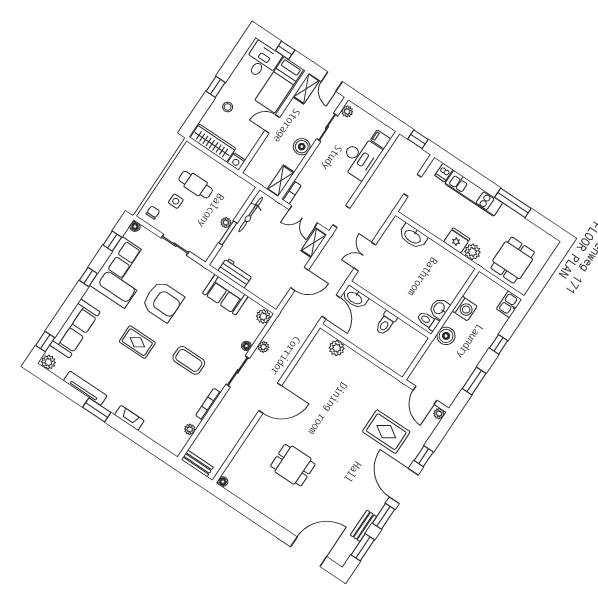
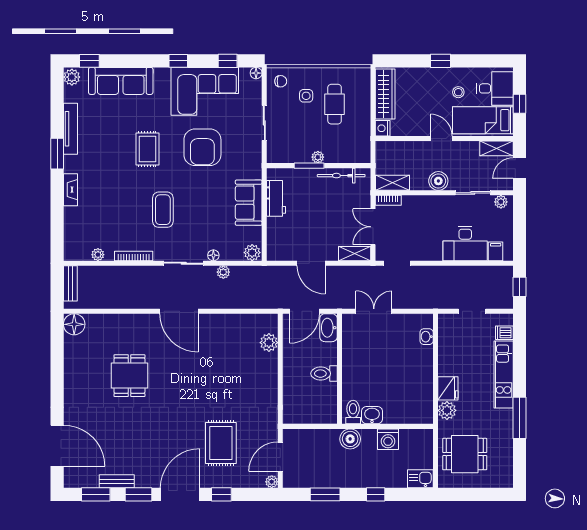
stool: (228, 107) -> (458, 92), moved
washbasin: (413, 236) -> (427, 337), width x0.52, depth x0.69
floor lamp: (223, 482) -> (74, 324), width x1.89, depth x1.89

